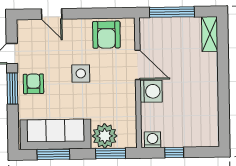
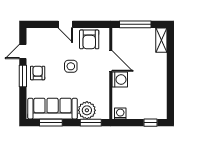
door: (52, 14) -> (65, 24), moved
window: (174, 152) -> (151, 123), moved

